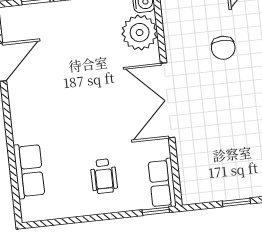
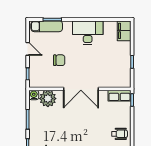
wheelchair: (104, 176) -> (120, 134), moved

